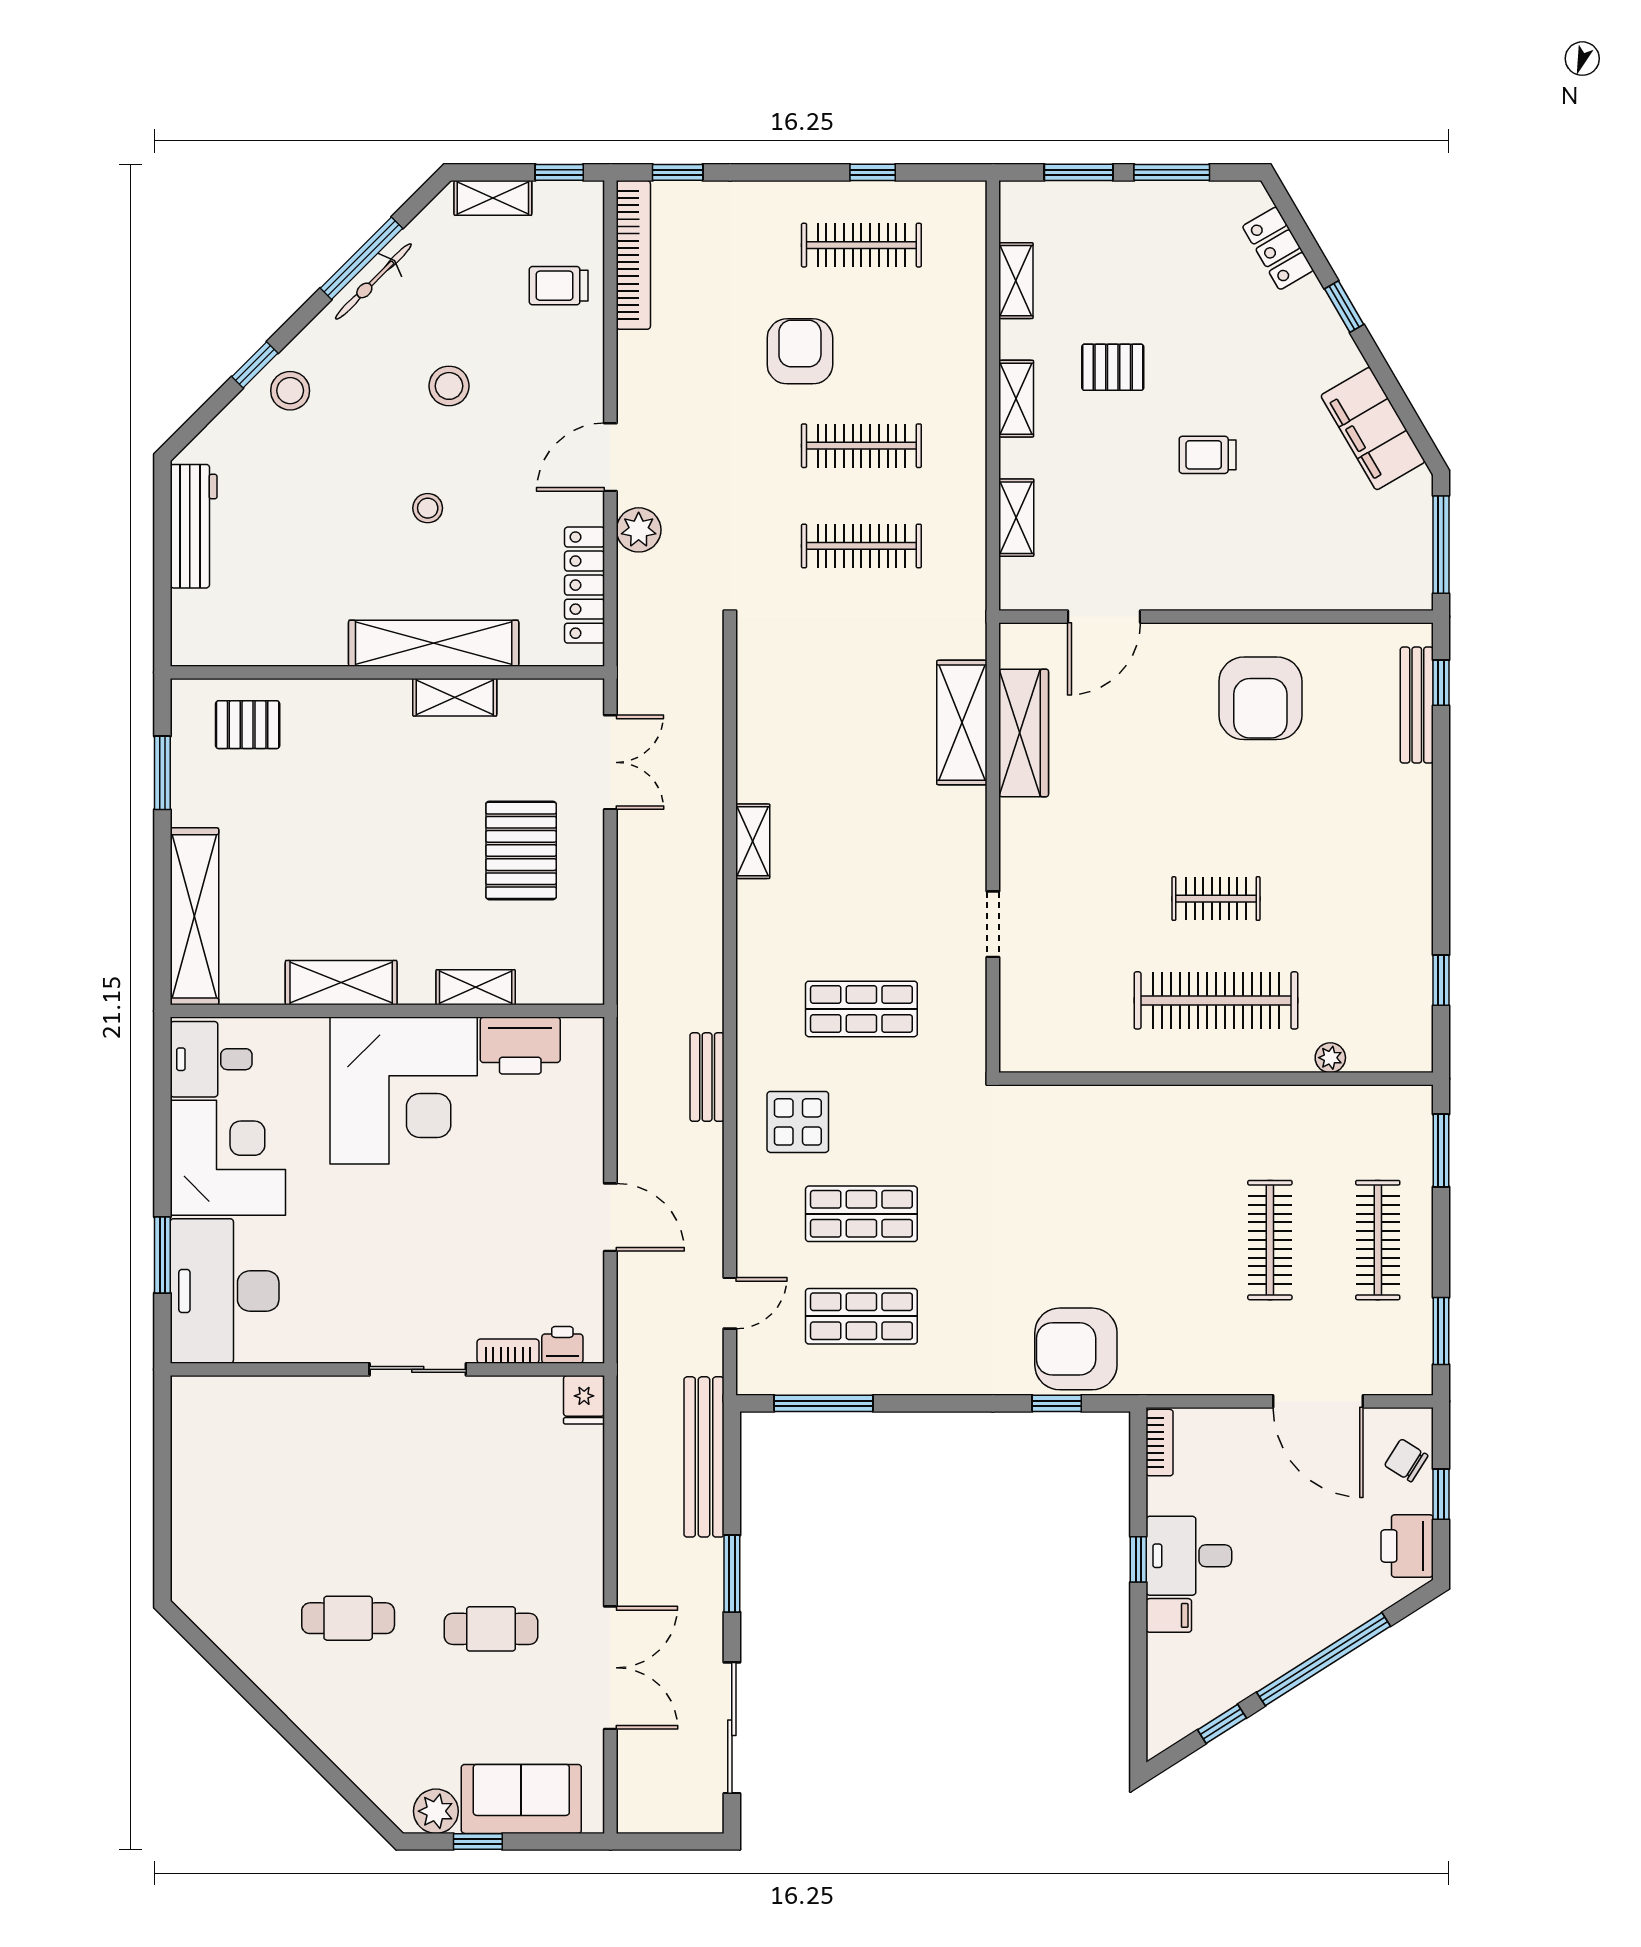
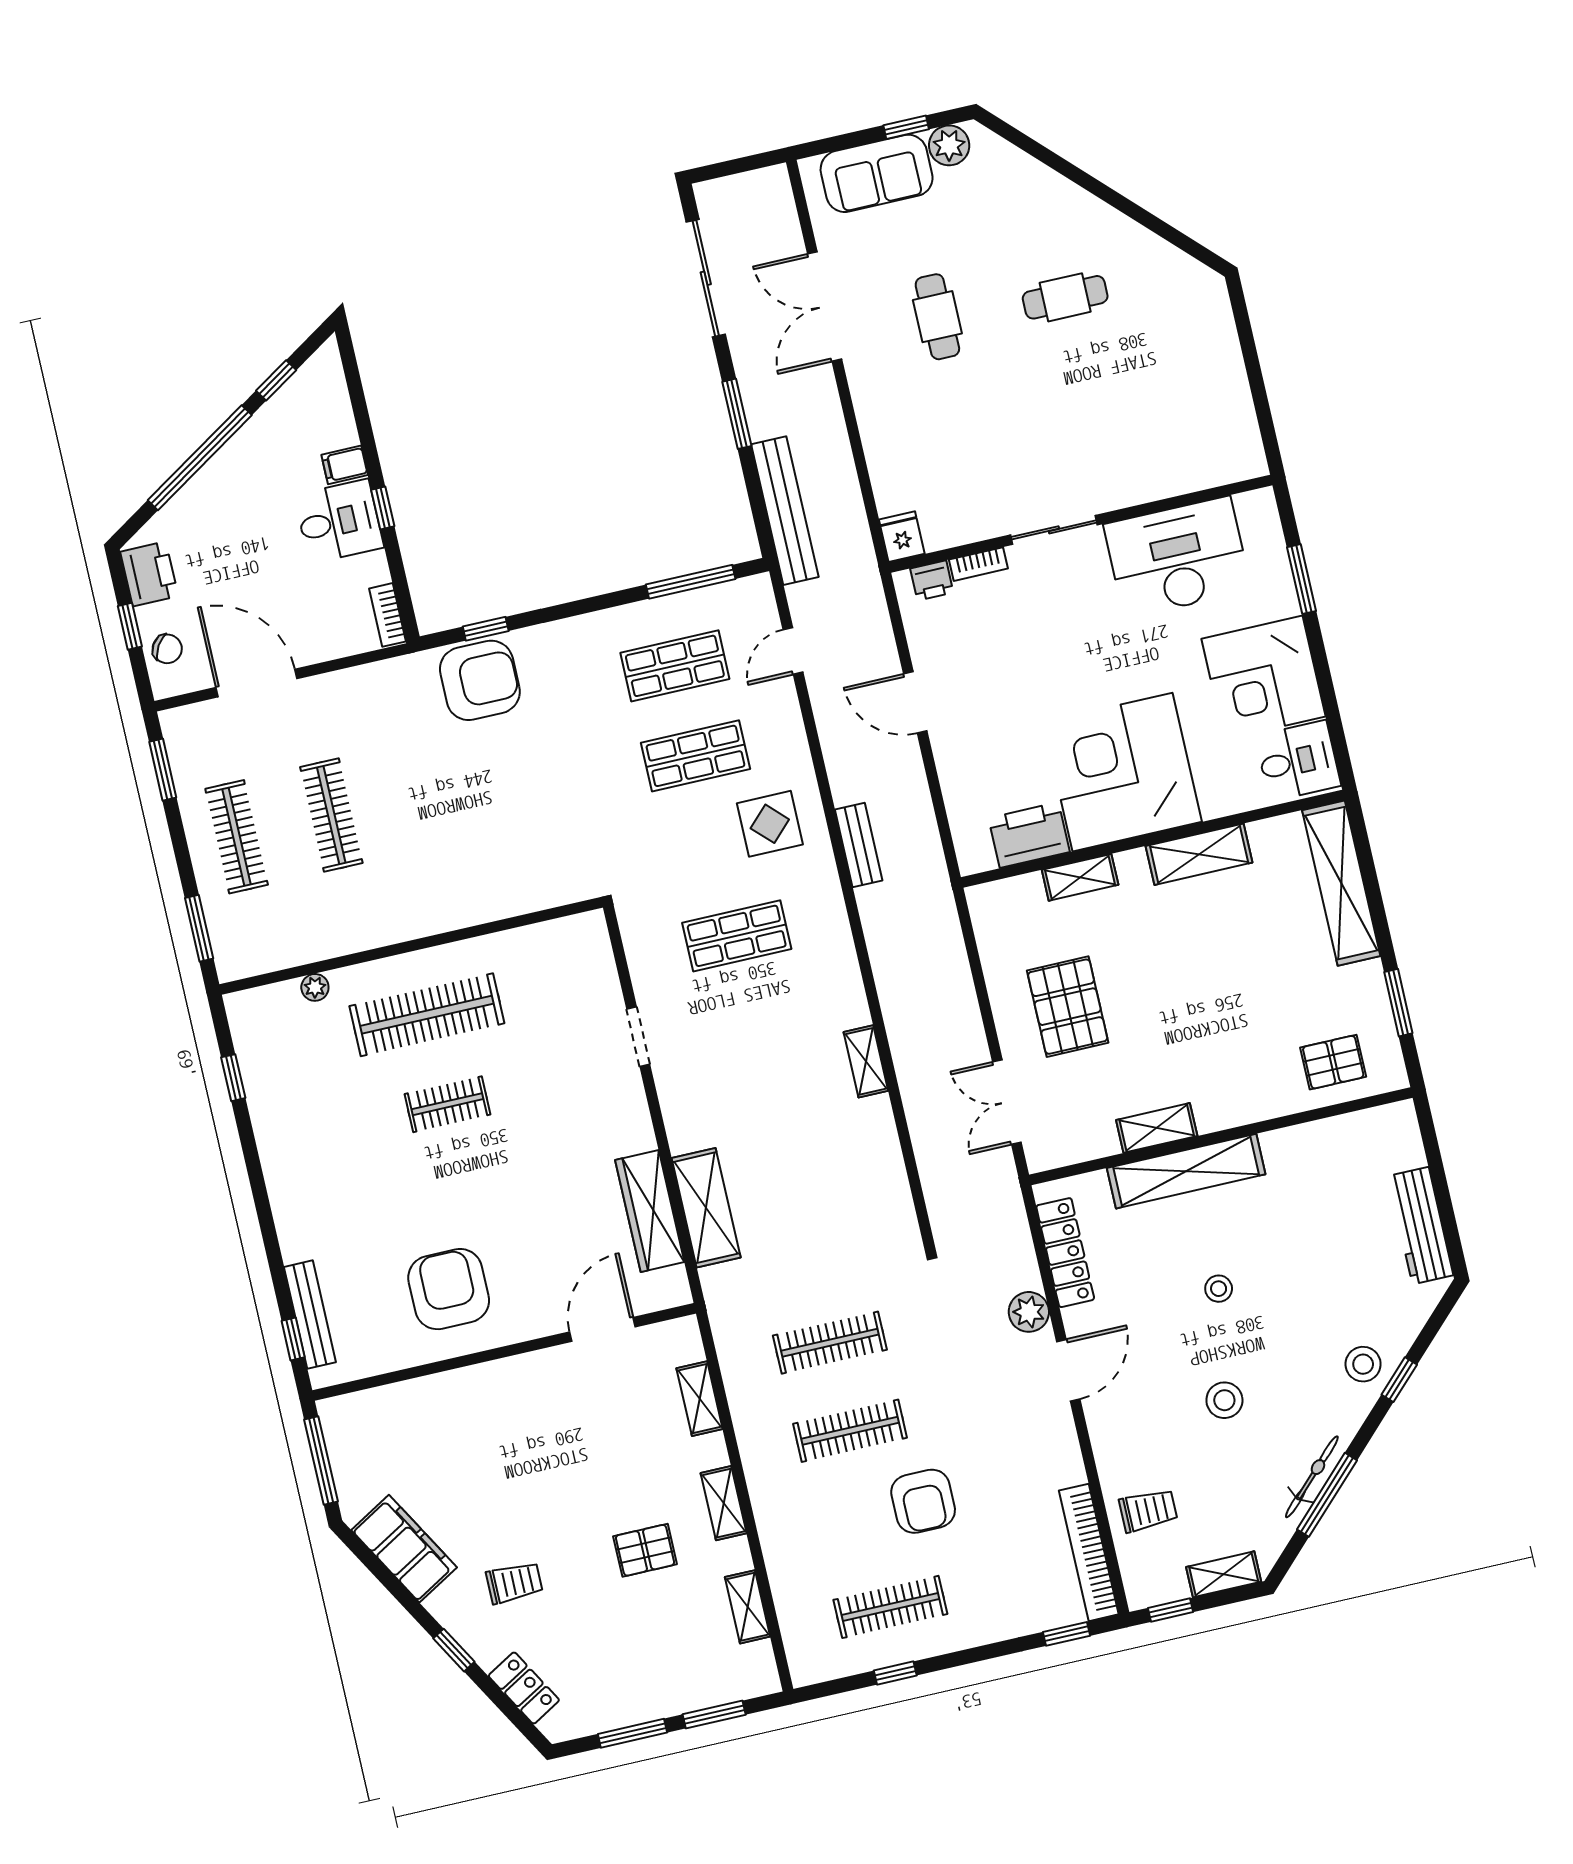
trolley: (1208, 455) -> (514, 1583), moved
desk: (225, 1291) -> (1177, 557), moved, turned -90
cafe table: (491, 1629) -> (937, 317), turned 90

